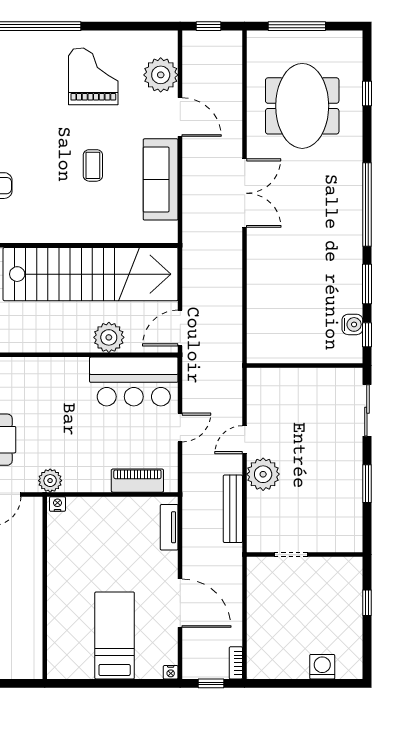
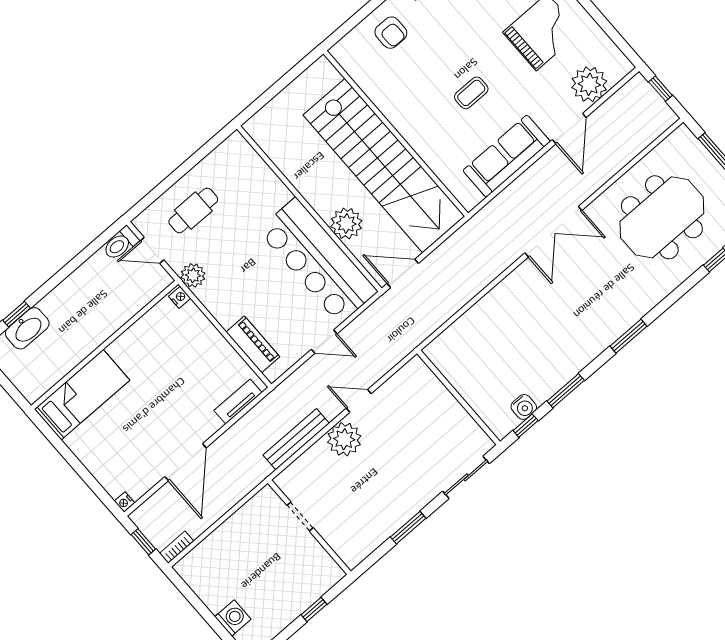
window: (367, 204) -> (629, 336), width x0.47
bar counter: (134, 381) -> (318, 261), width x1.36
bed: (115, 635) -> (82, 395), moved

